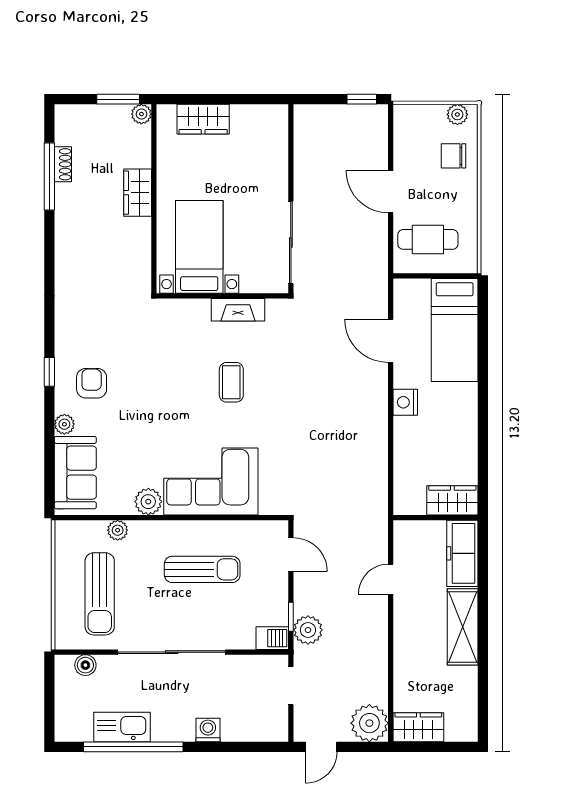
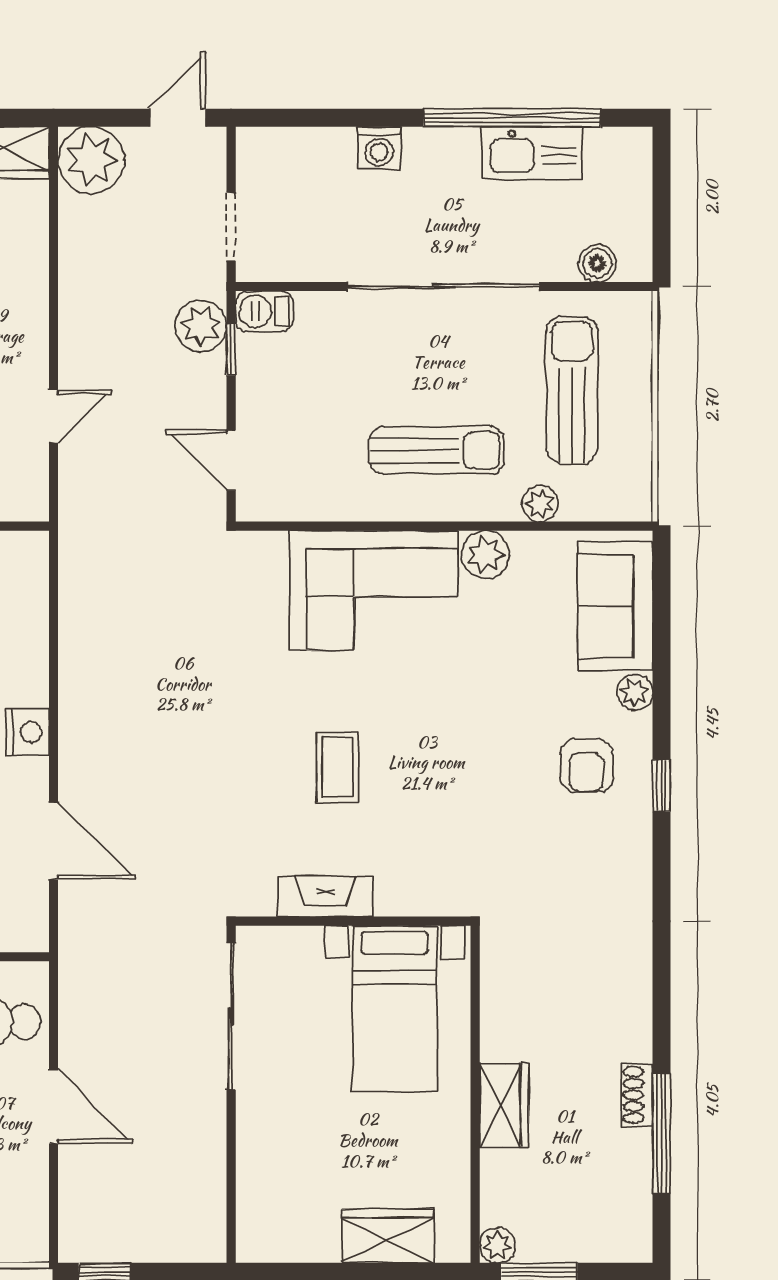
shoe rack: (63, 164) -> (637, 1095), moved
sun lounger: (202, 569) -> (437, 450), moved, turned 180

